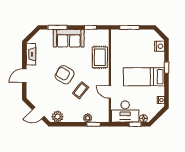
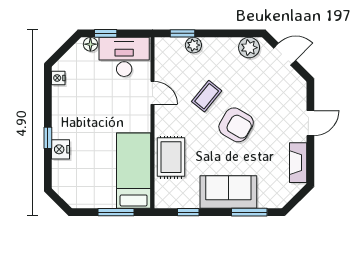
nightstand: (160, 46) -> (61, 149), moved
bed: (144, 77) -> (134, 171), moved, turned -90

